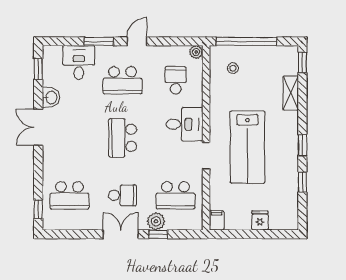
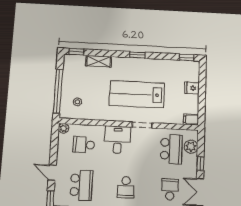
school desk: (123, 138) -> (126, 187), width x0.54
lab bench: (248, 147) -> (137, 94), turned 180
window: (302, 182) -> (187, 57), moved
plant: (156, 221) -> (191, 147), moved

